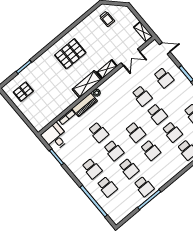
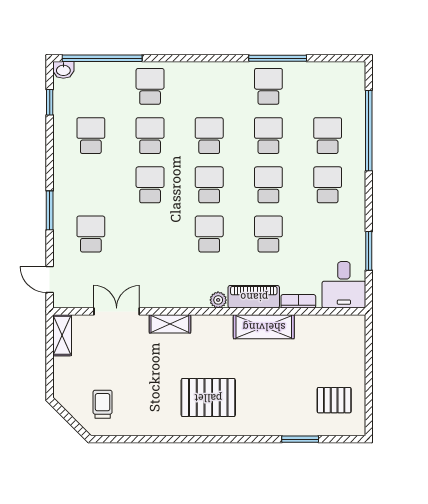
shelving: (87, 84) -> (264, 327), moved
school desk: (142, 96) -> (209, 234), moved

